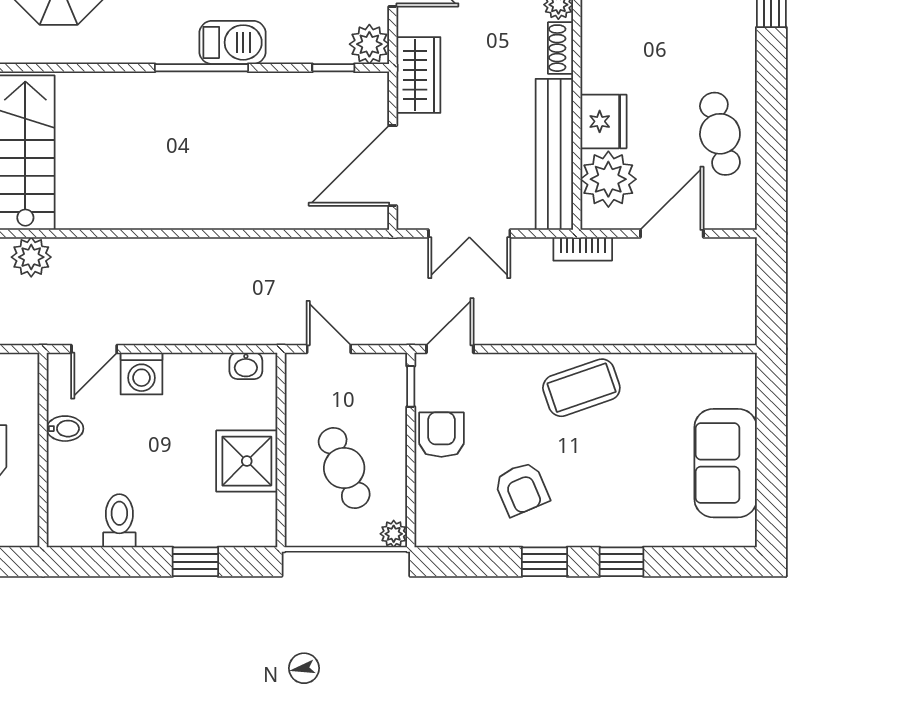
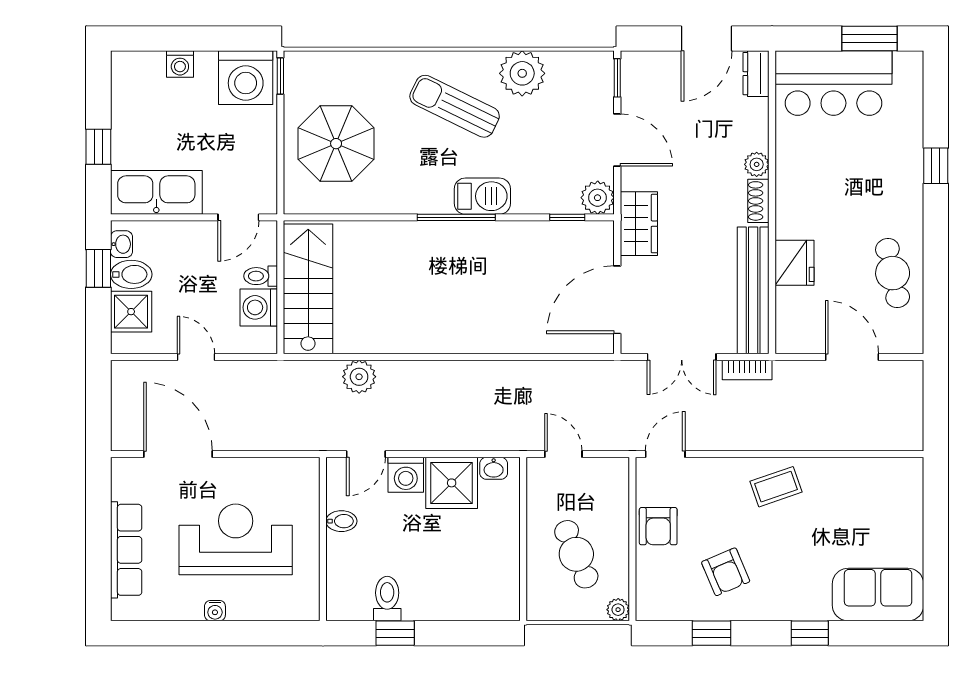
plant: (608, 179) -> (799, 311), removed
door: (672, 234) -> (852, 357), hinge flipped
bookcase: (583, 249) -> (747, 370), moved
plant: (31, 257) -> (359, 377), moved
window: (411, 386) -> (632, 486), removed
coffee table: (581, 388) -> (776, 487), width x0.73, depth x0.77
armchair: (441, 435) -> (658, 526), turned 180
shower: (247, 461) -> (452, 483), moved
sofa: (726, 463) -> (878, 595), moved, turned 90
window: (195, 562) -> (395, 633), moved
window: (545, 562) -> (711, 633), moved

